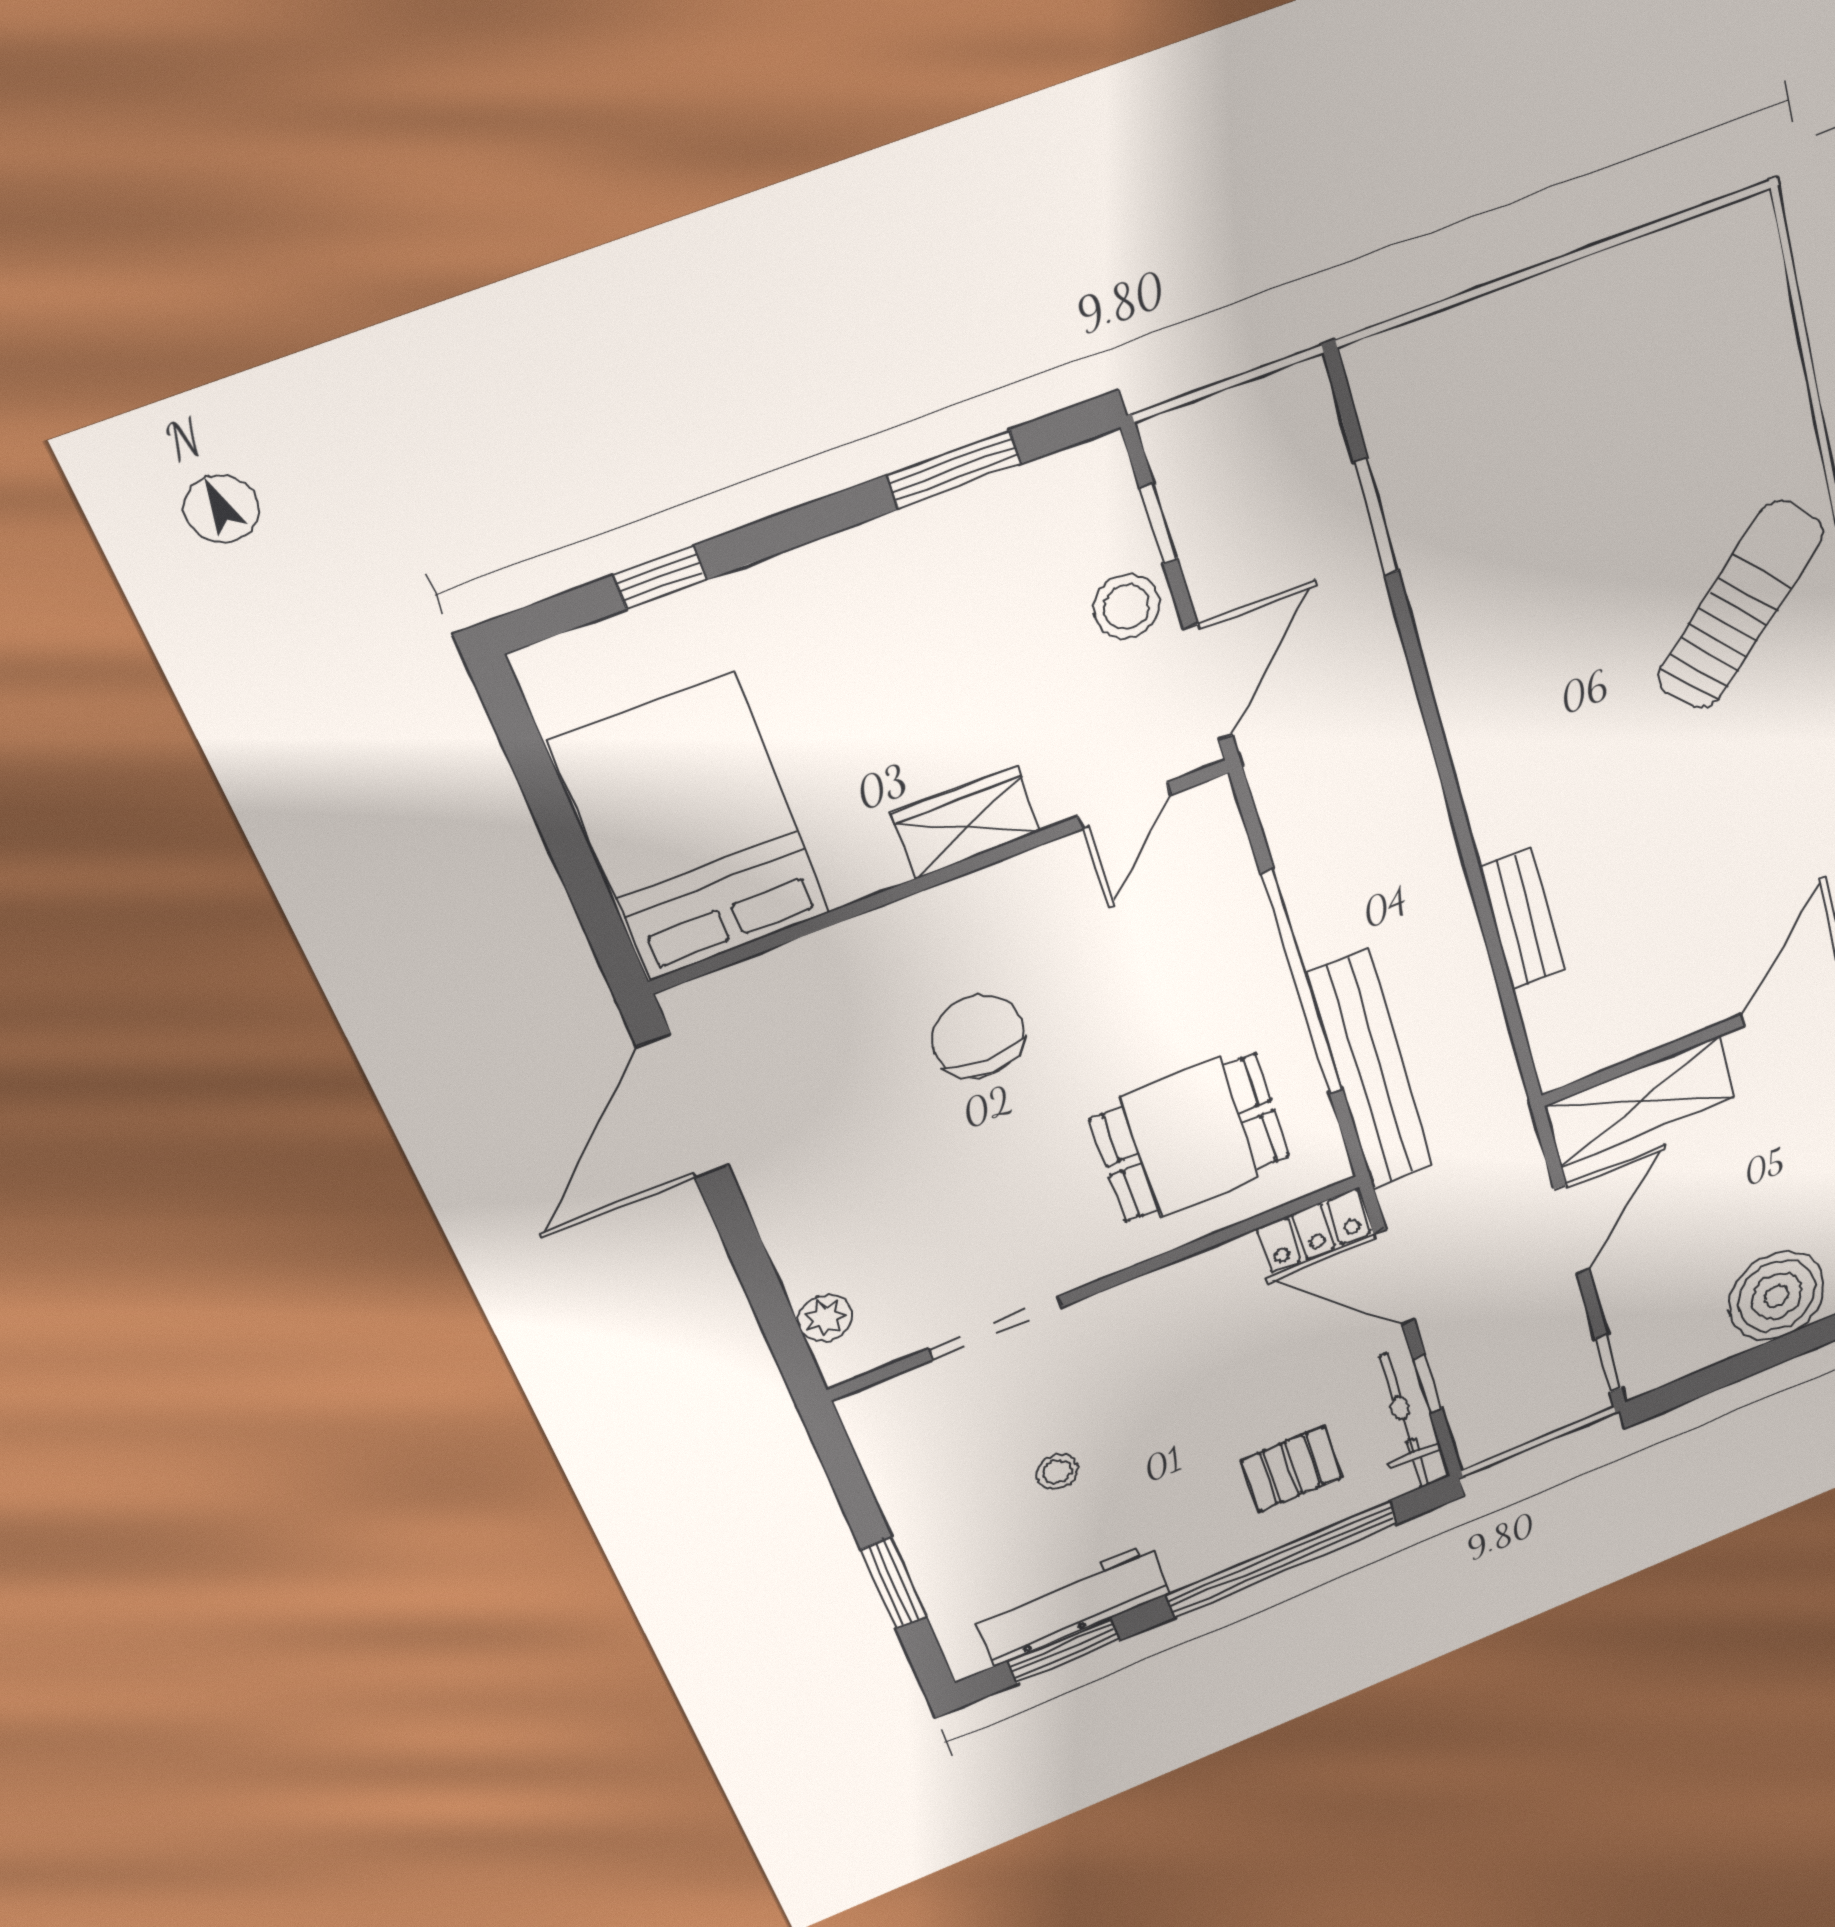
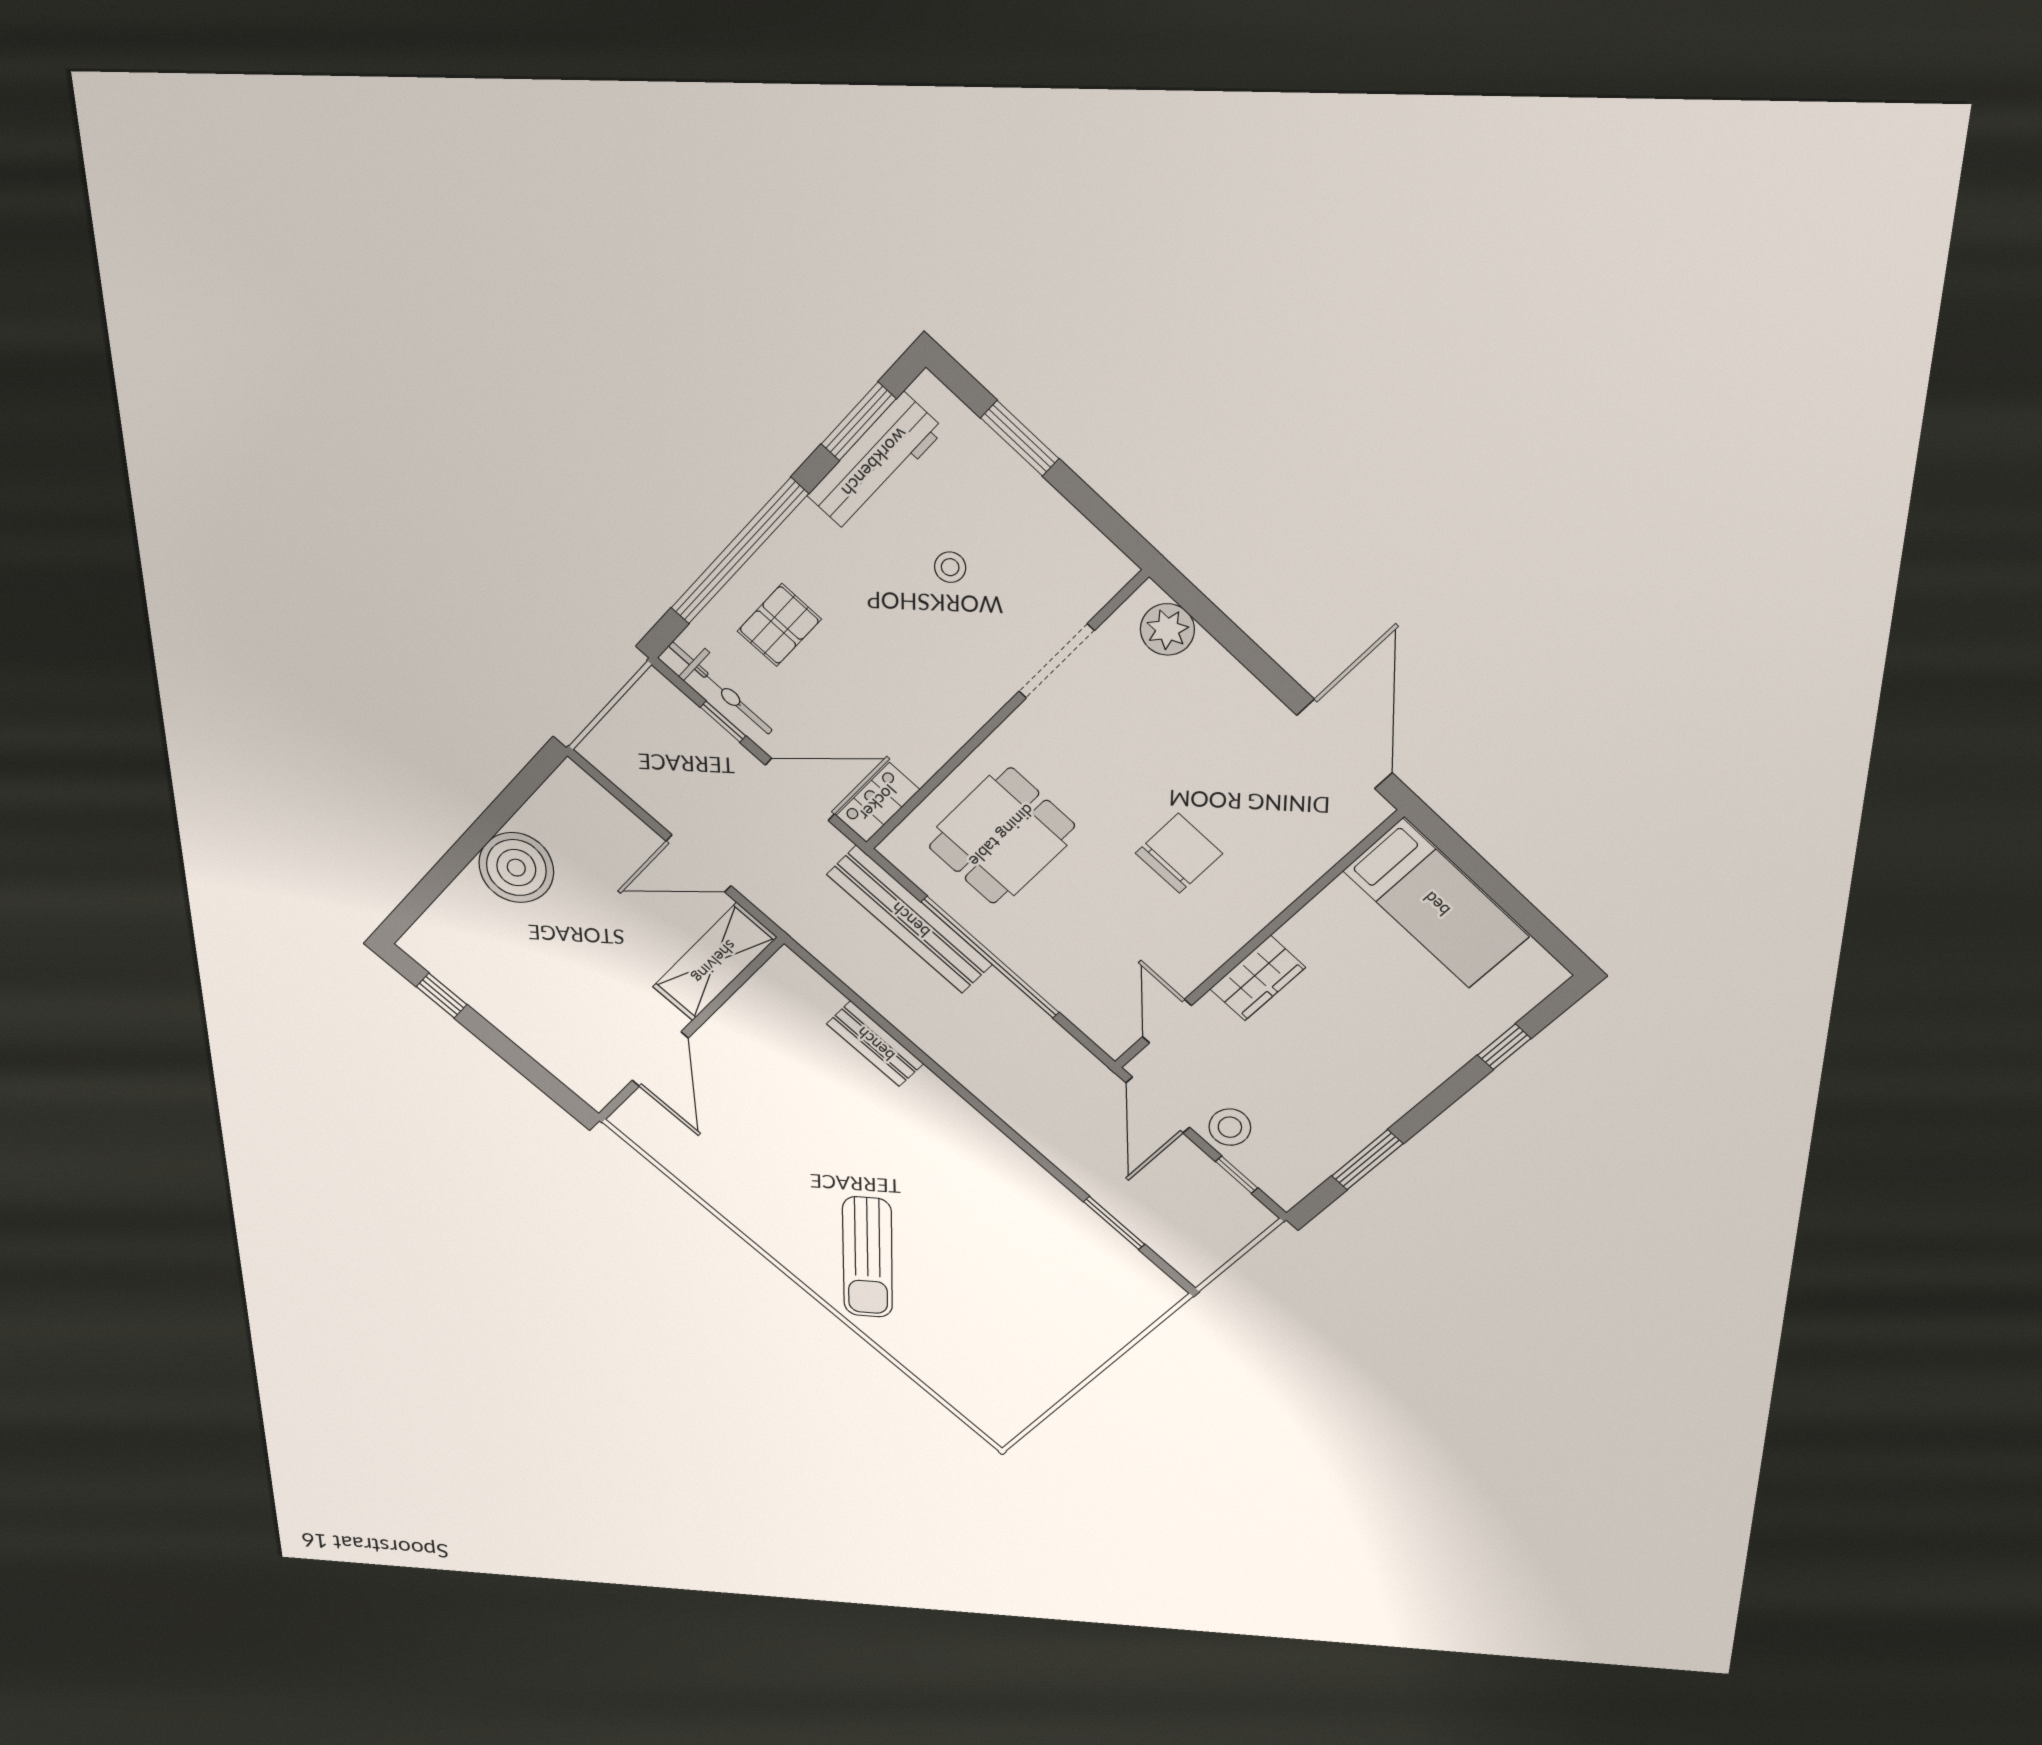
bed: (692, 829) -> (1436, 904), width x0.67
chair: (978, 1037) -> (1179, 853), turned -90
door: (1572, 1230) -> (699, 863), hinge flipped
plant: (825, 1318) -> (1167, 629), width x1.38, depth x1.38
window: (1608, 1363) -> (602, 780), removed

